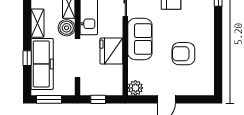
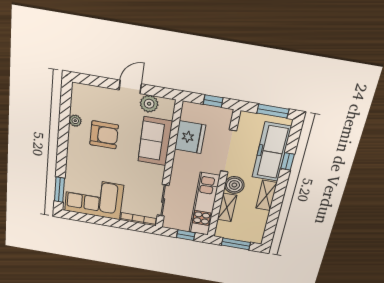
sofa: (140, 39) -> (155, 141), moved
fridge: (111, 51) -> (190, 137), moved
plant: (209, 62) -> (75, 121), added
plant: (135, 88) -> (149, 104), moved

